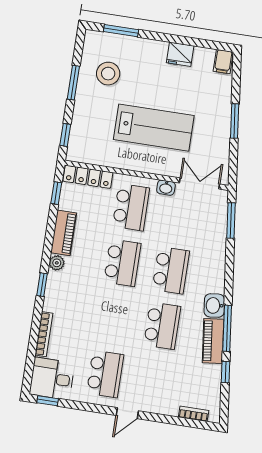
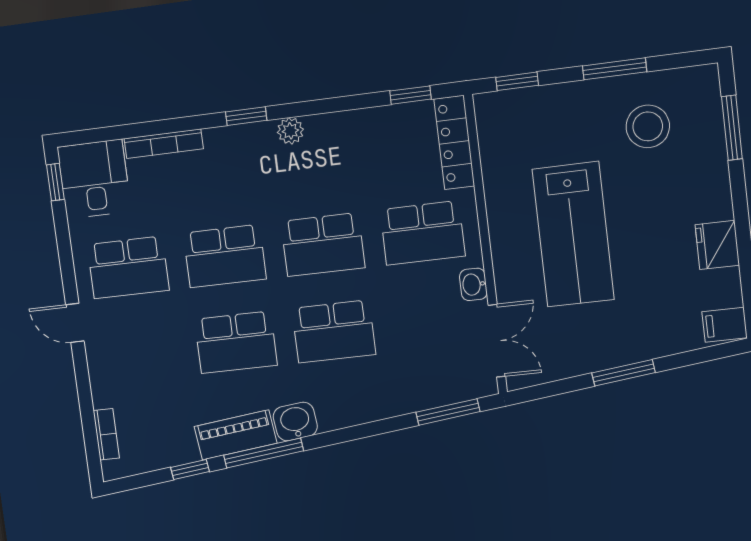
piano: (64, 233) -> (345, 128), removed
school desk: (114, 318) -> (225, 256), added

